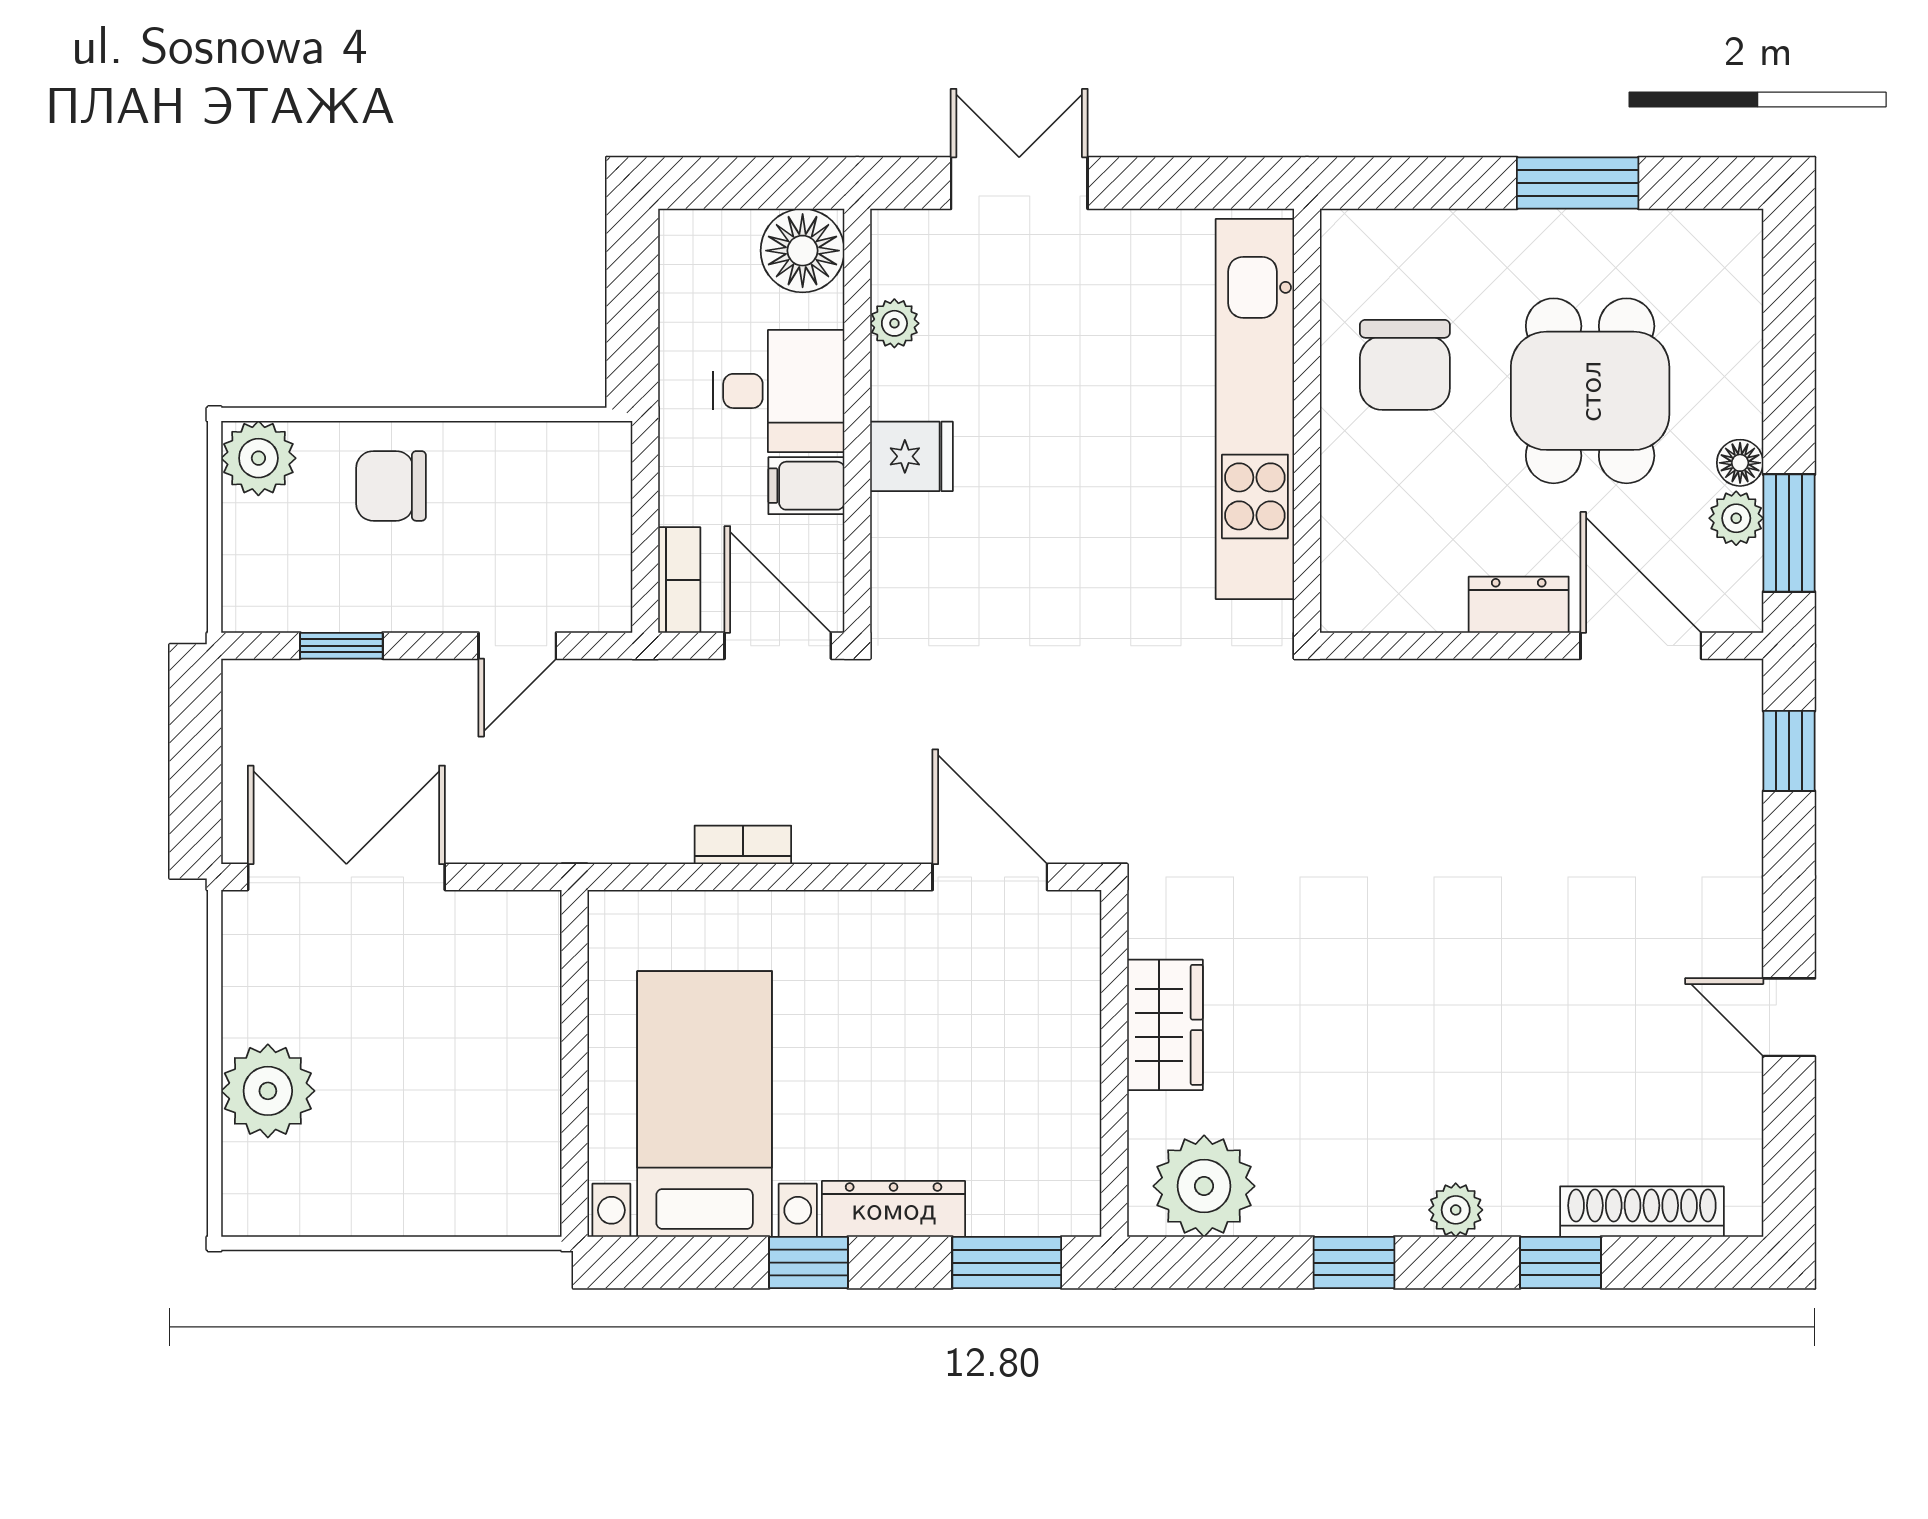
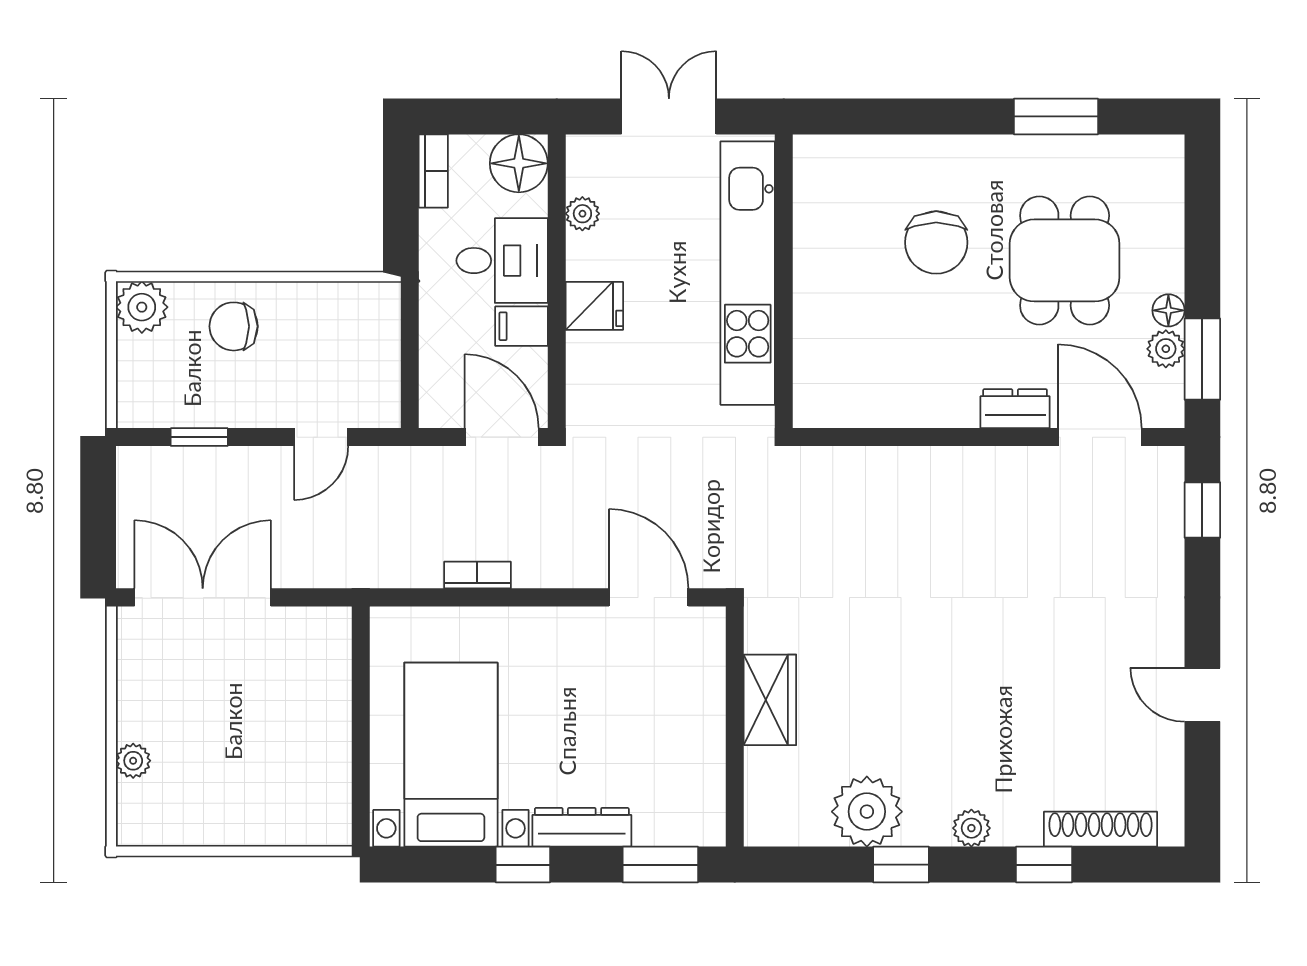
kitchen unit: (1255, 409) -> (748, 273), moved
wall: (1307, 421) -> (784, 281), moved
bookcase: (679, 580) -> (433, 171), moved
plant: (268, 1091) -> (133, 761), width x0.53, depth x0.53
plant: (1204, 1186) -> (867, 812), moved

